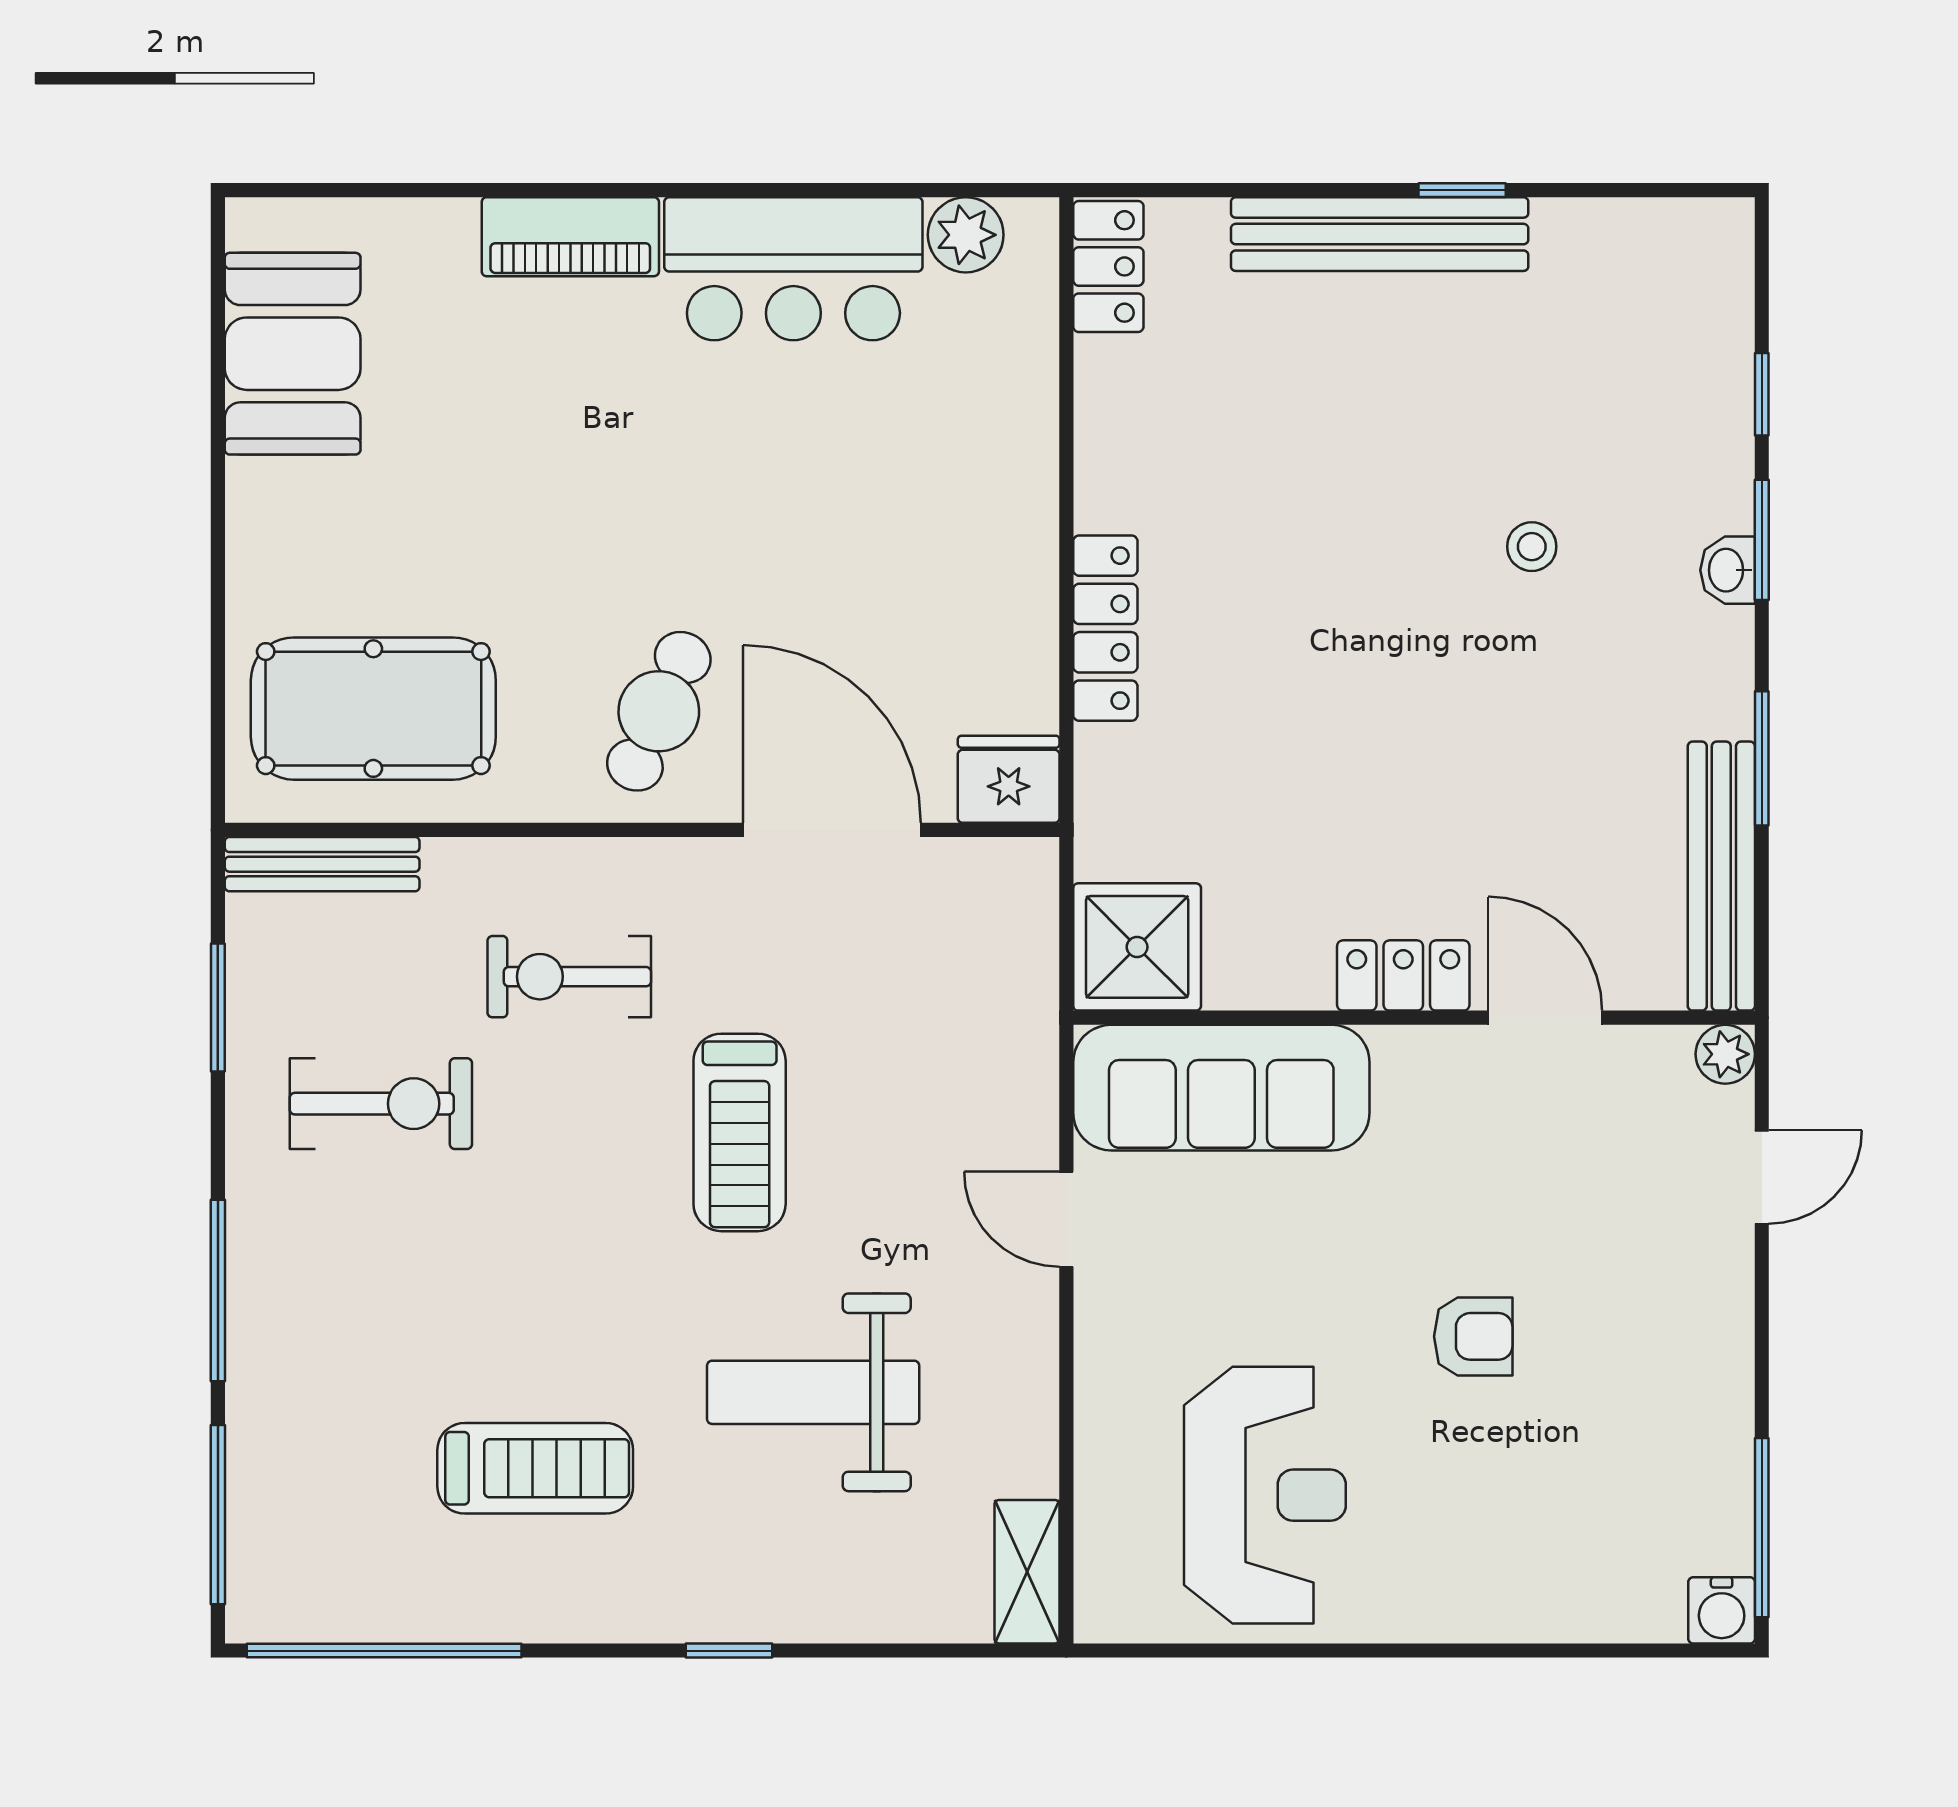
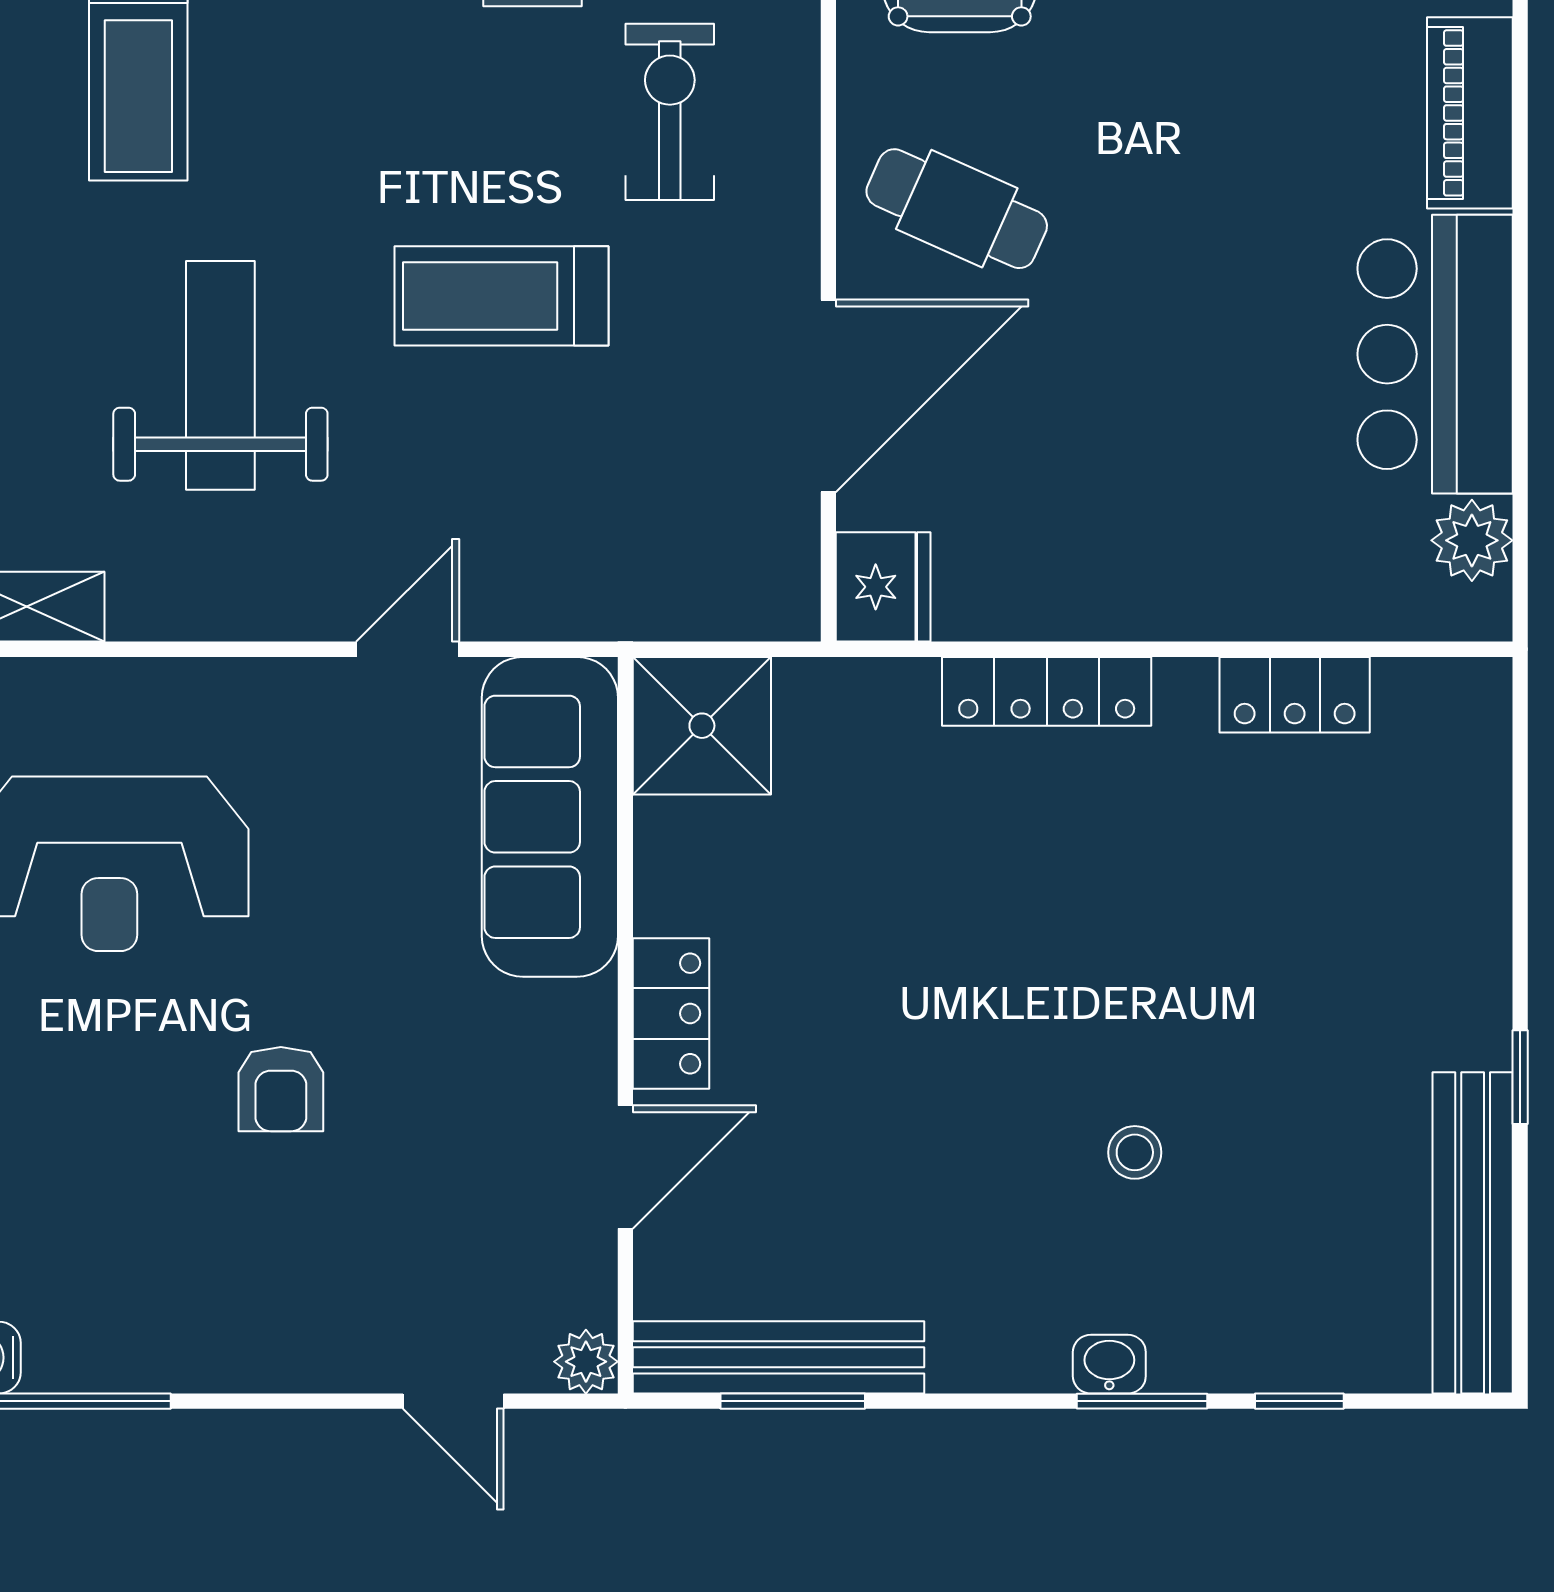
bench: (1380, 234) -> (1473, 1233), moved
locker: (1108, 266) -> (1295, 695), moved
window: (1762, 758) -> (793, 1401), moved

